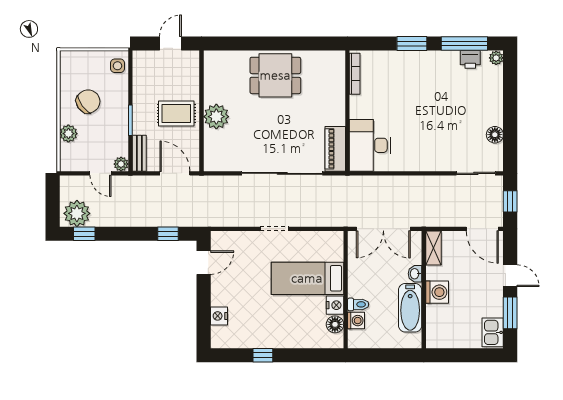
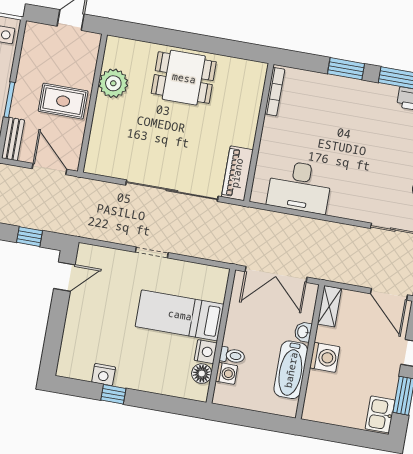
plant: (216, 117) -> (113, 83), moved
desk: (370, 145) -> (300, 187), moved, turned -90
nightstand: (219, 316) -> (104, 375), moved, turned -90

